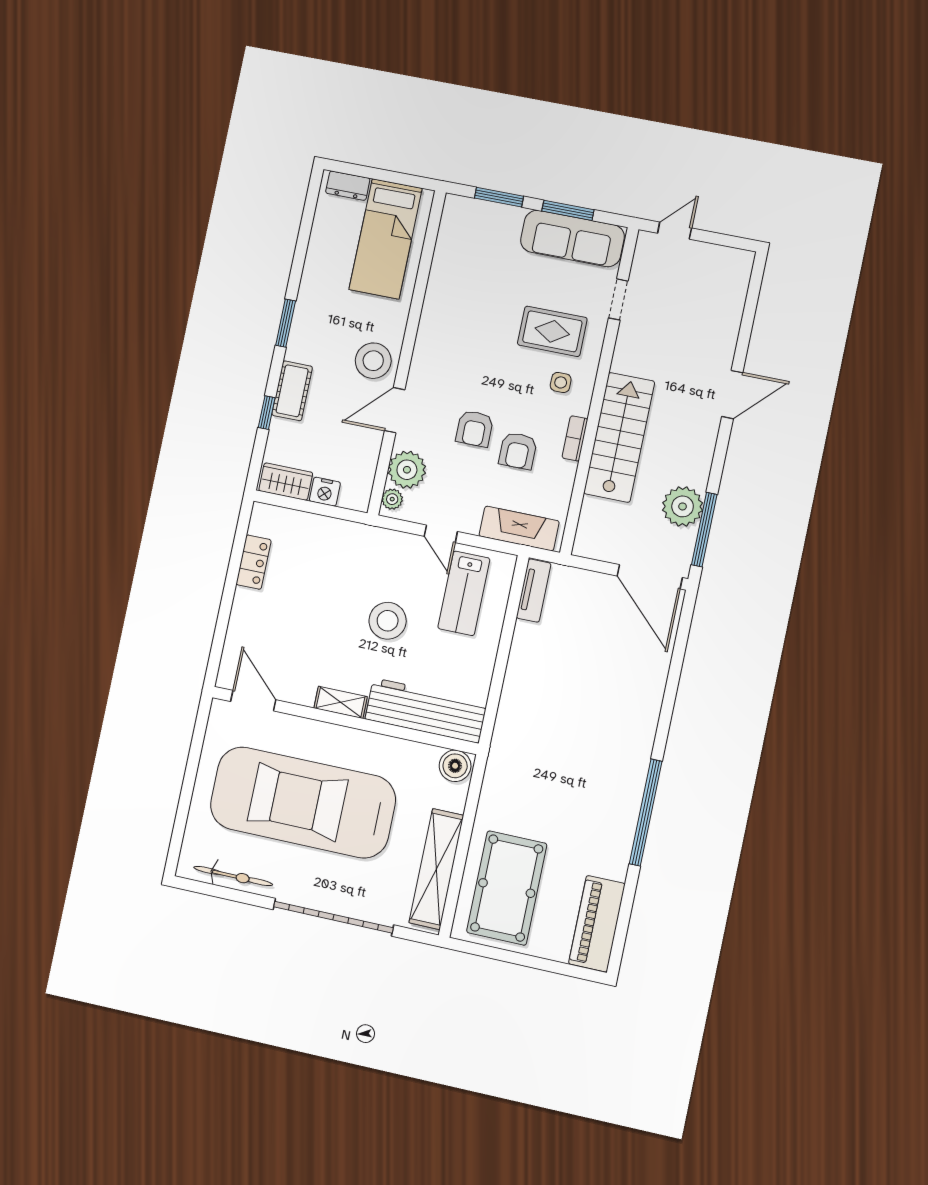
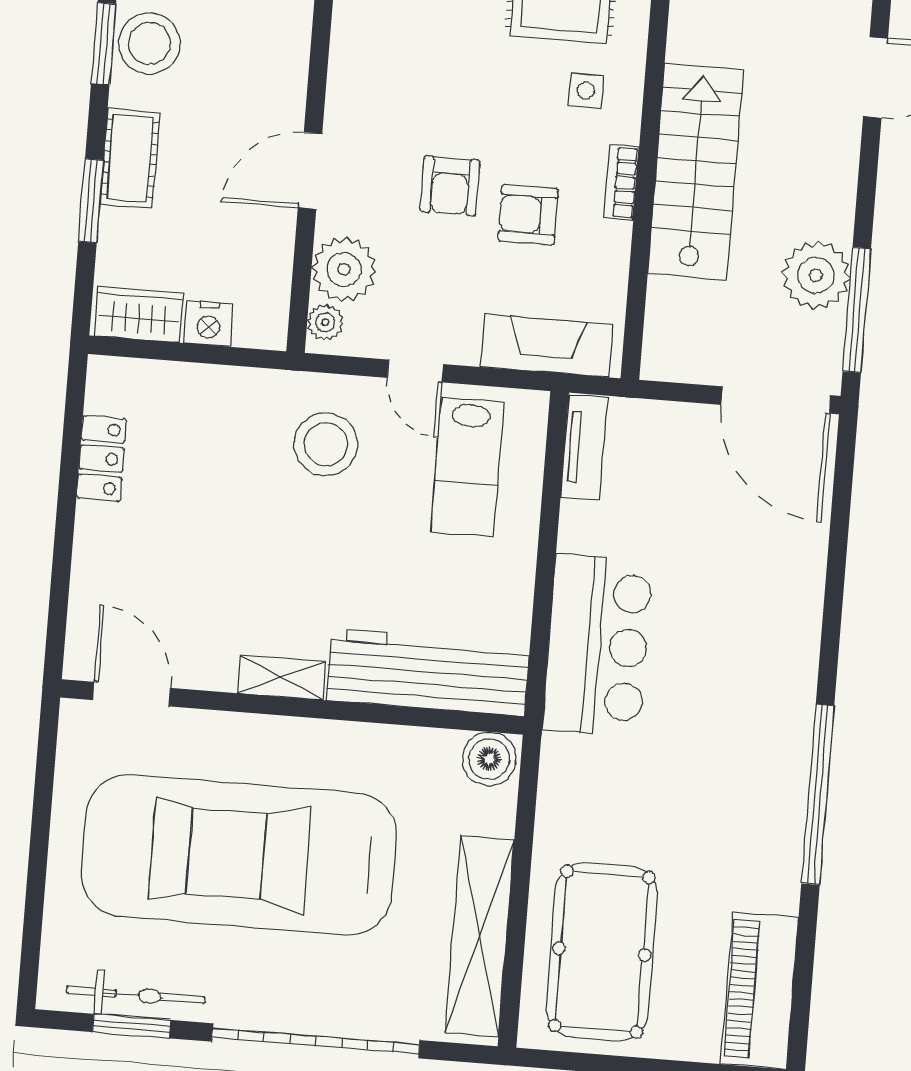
stool: (373, 361) -> (149, 43), moved
window: (267, 413) -> (91, 201), width x1.50
armchair: (518, 451) -> (528, 215), turned 90
stool: (388, 621) -> (326, 444), moved
bar counter: (527, 708) -> (598, 646), added
window: (228, 894) -> (132, 1026), added

